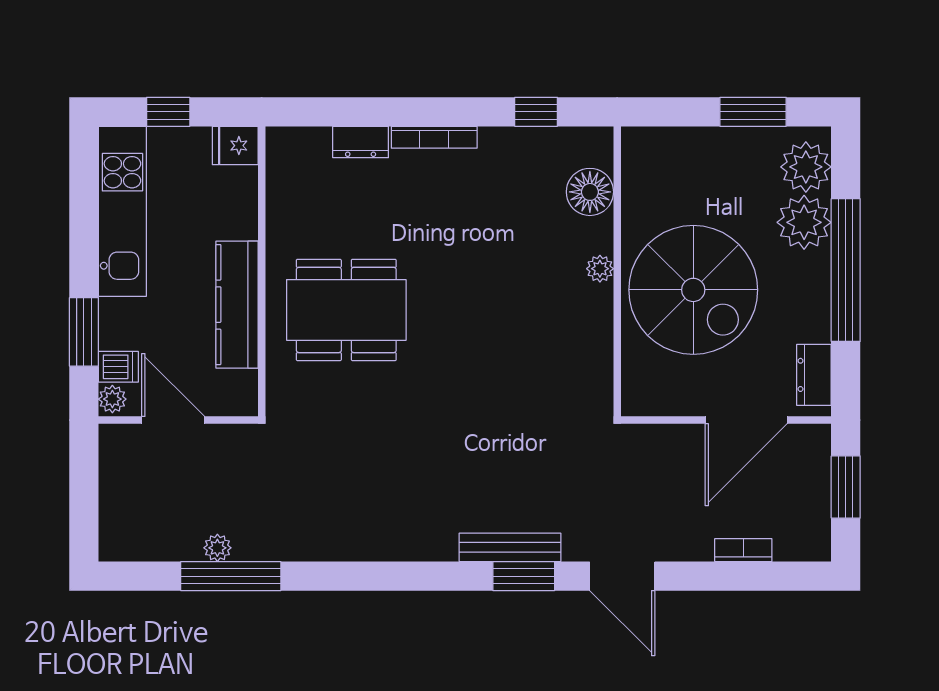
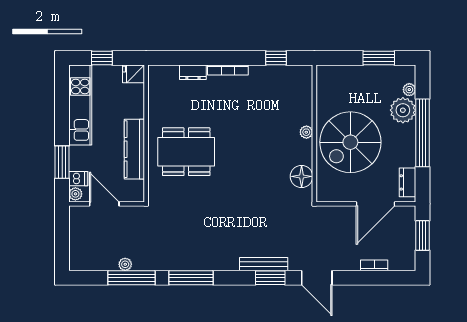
plant: (806, 167) -> (409, 90), width x0.53, depth x0.53
floor lamp: (590, 192) -> (302, 176), moved
spiral stairs: (693, 290) -> (350, 142), turned 90
window: (356, 576) -> (191, 278), added

